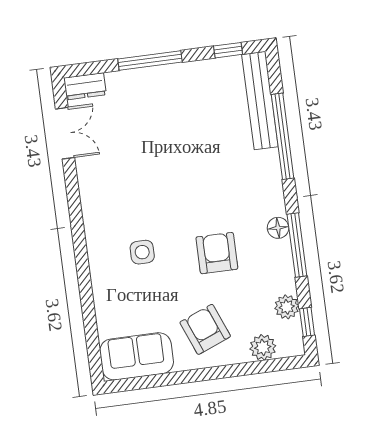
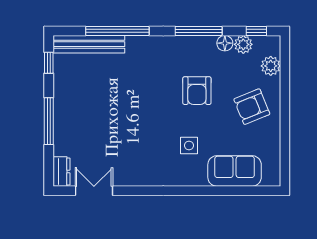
floor lamp: (278, 228) -> (225, 43), moved
armchair: (217, 253) -> (197, 91), turned -90
sofa: (137, 356) -> (235, 171), moved, turned 90

